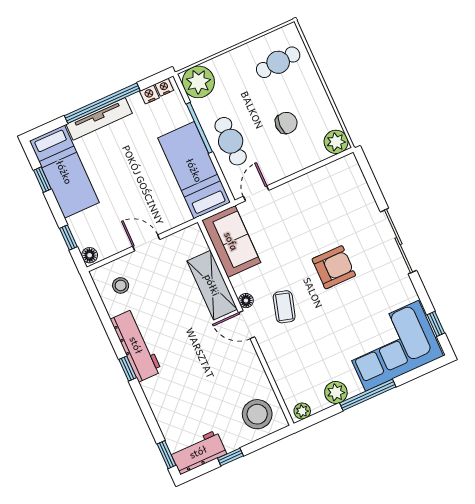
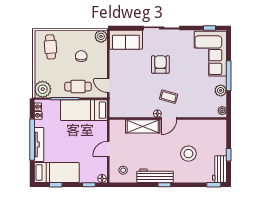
sofa: (231, 241) -> (126, 40), moved, turned 180
stool: (257, 414) -> (188, 154), moved

